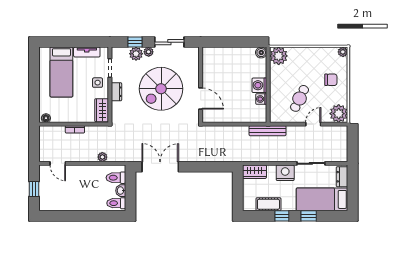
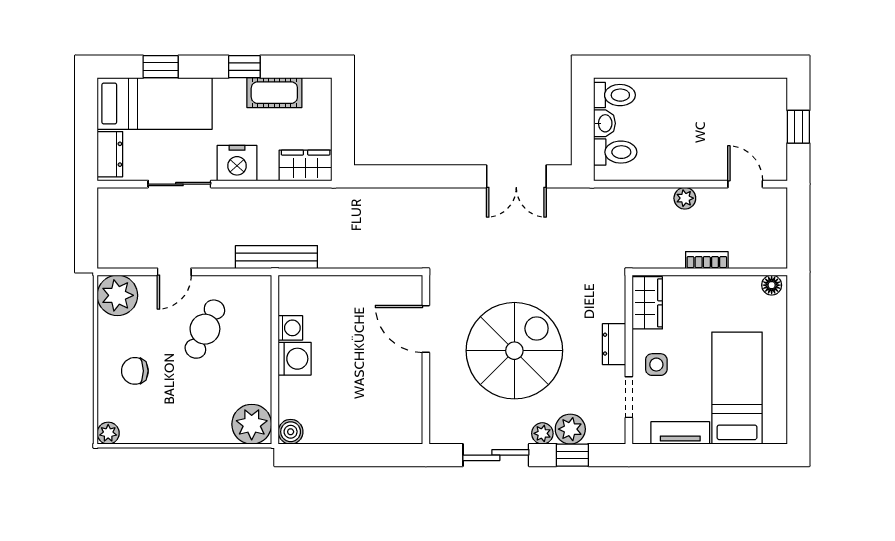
plant: (102, 157) -> (685, 198), moved
double door: (160, 167) -> (516, 176), width x0.73
window: (309, 216) -> (161, 67), moved

